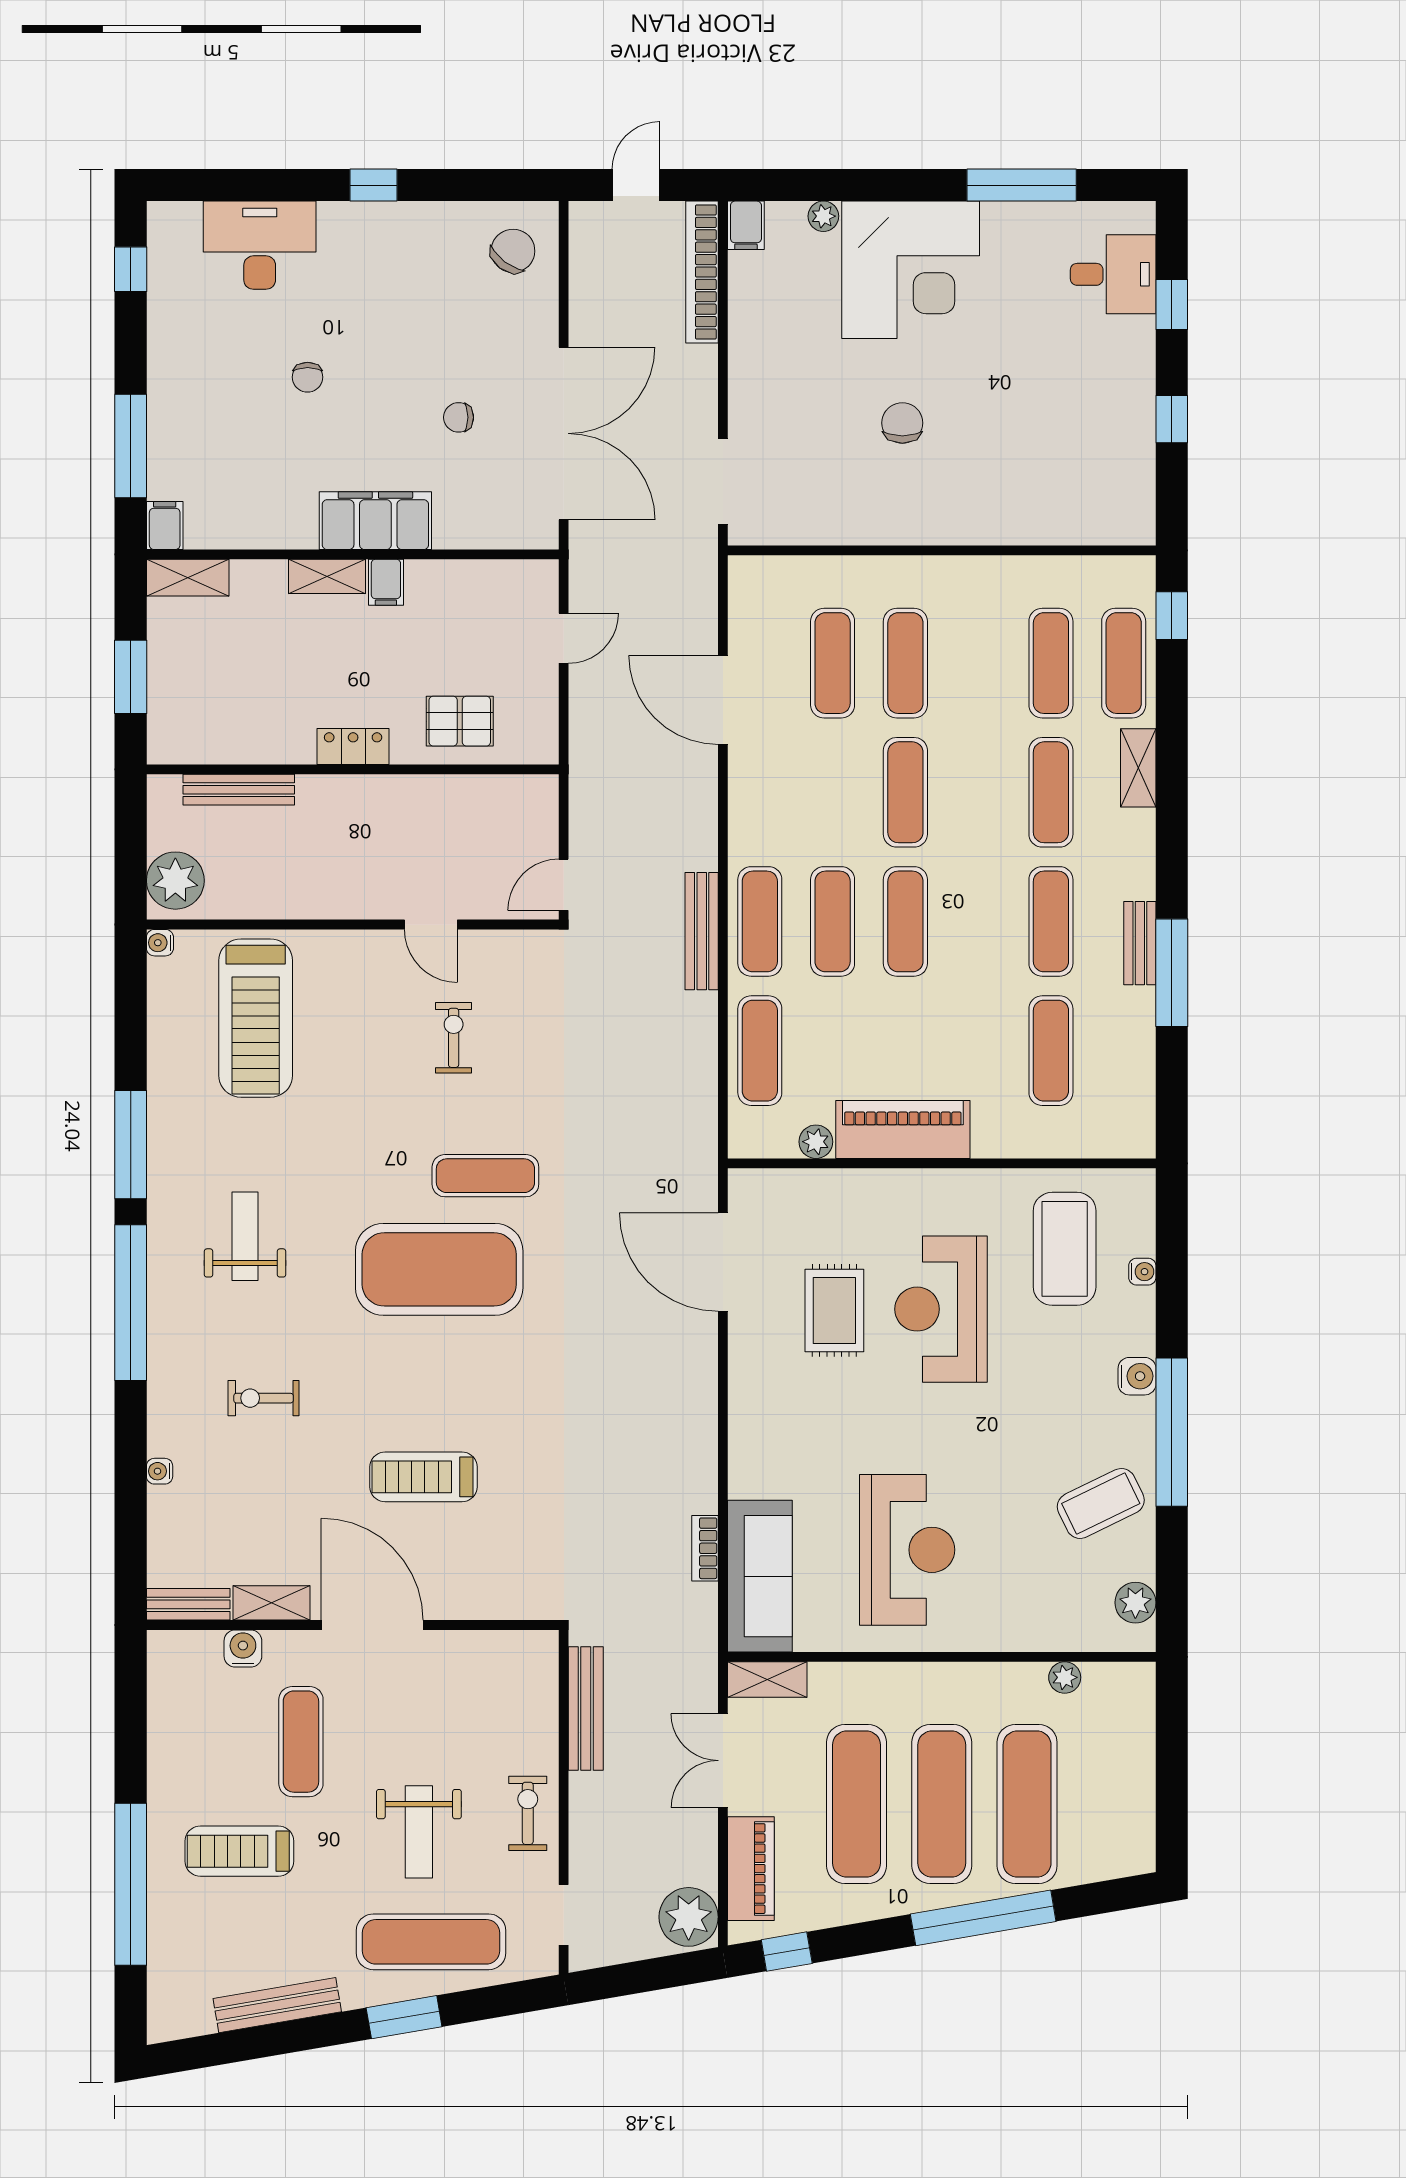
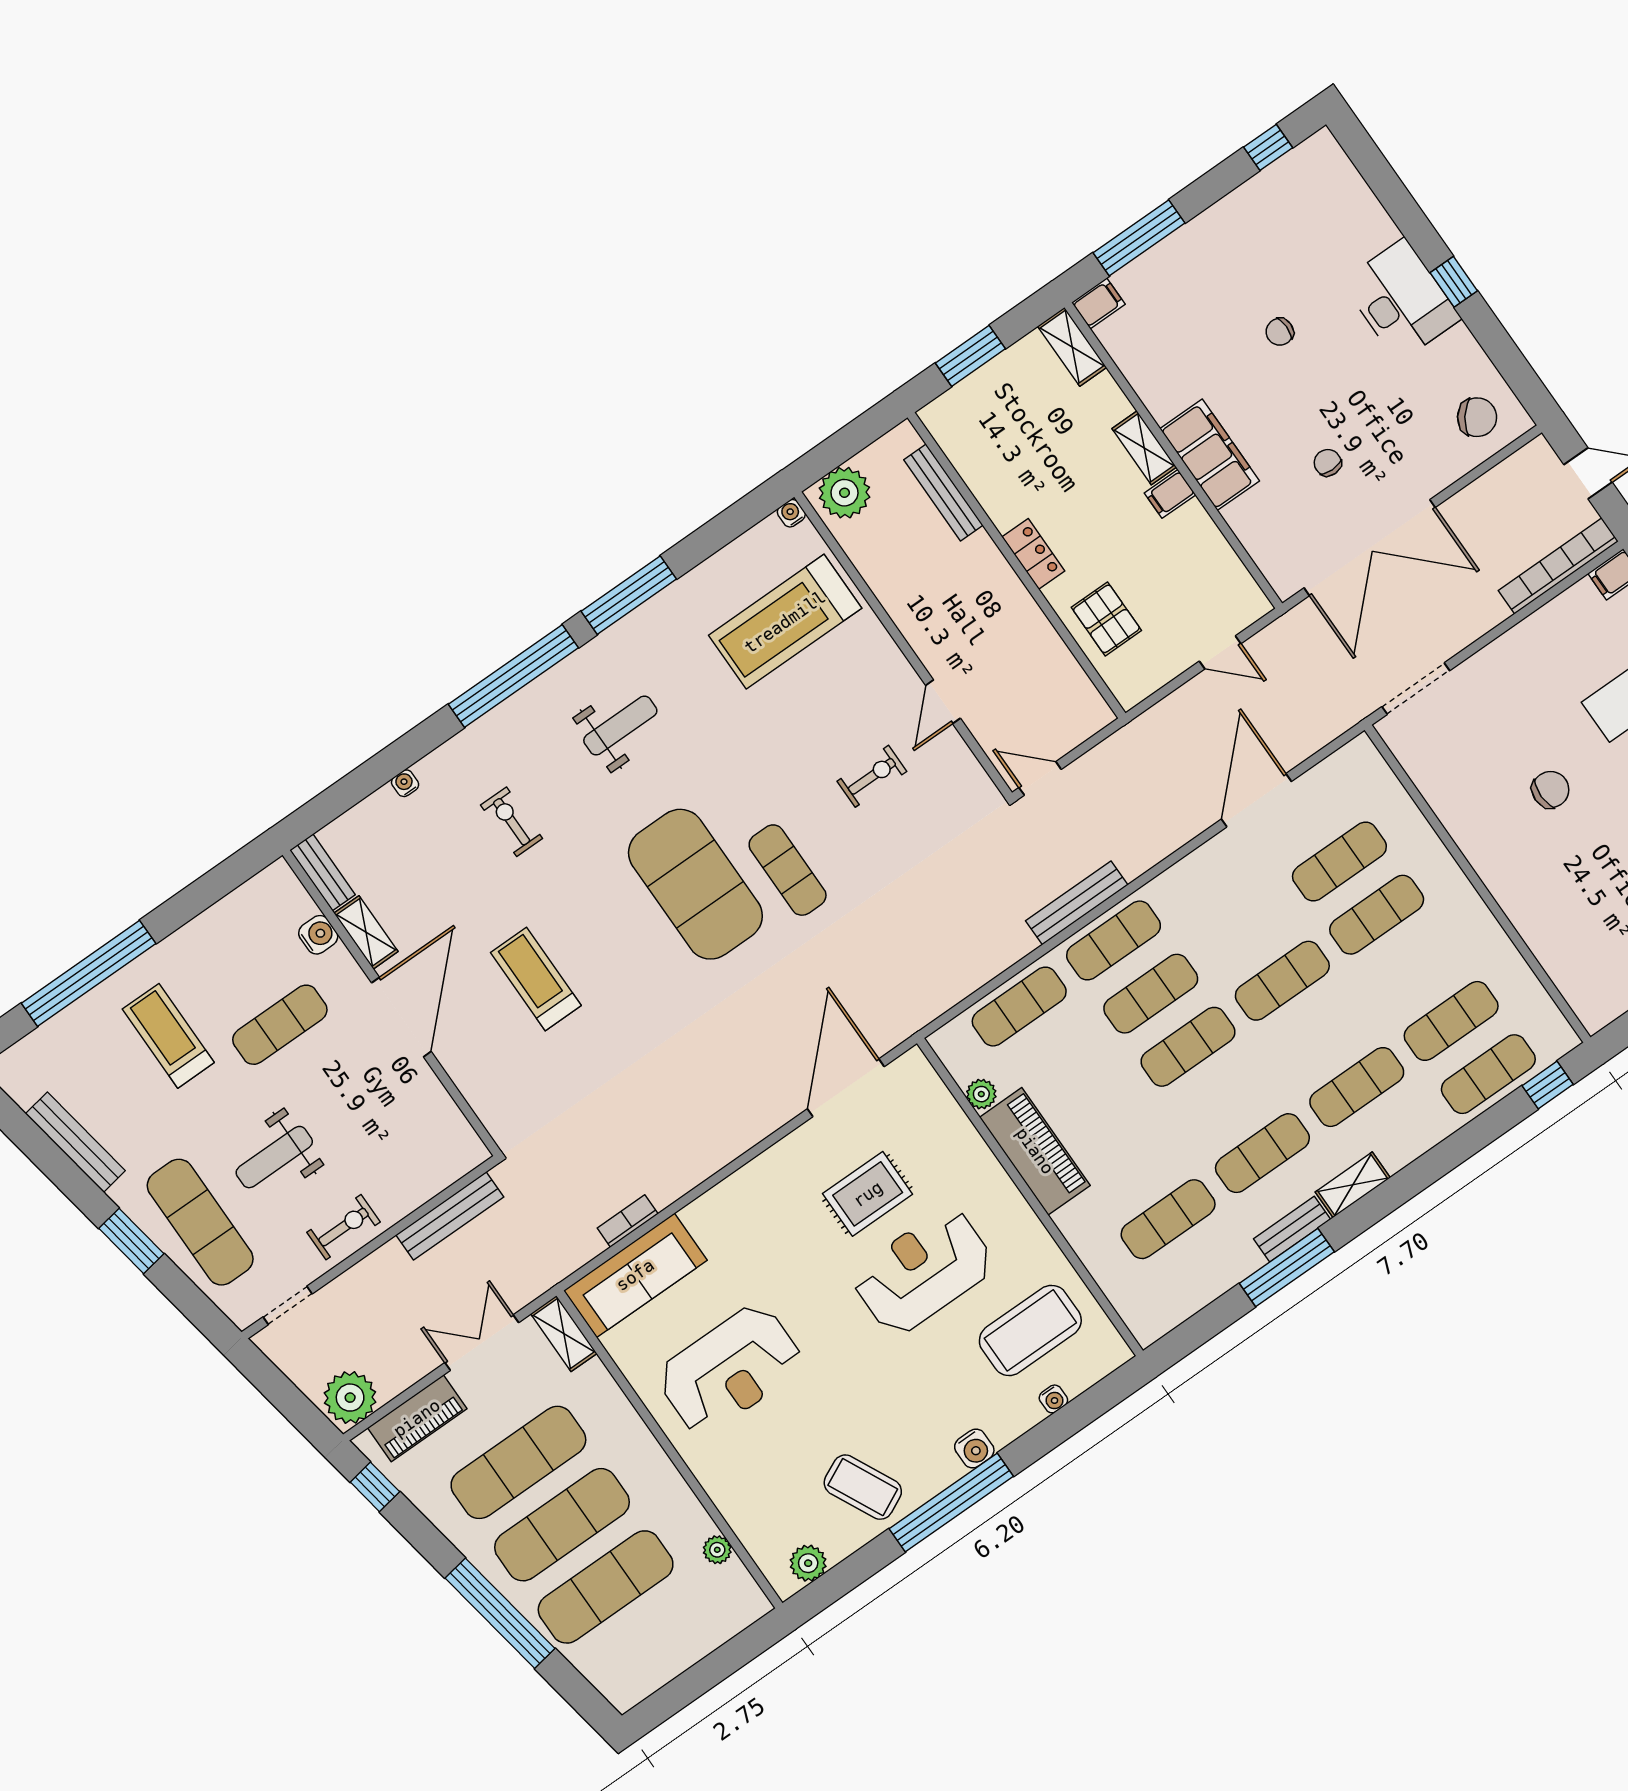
desk: (260, 245) -> (1401, 300), moved
shelving: (1138, 768) -> (1353, 1185), moved

